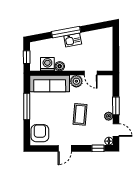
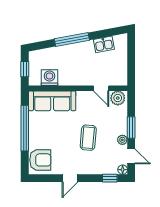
kitchen sink: (73, 40) -> (104, 44), moved
boiler: (60, 66) -> (64, 80), removed
plant: (76, 81) -> (118, 98), moved
window: (27, 106) -> (25, 128), width x1.46
armchair: (40, 133) -> (40, 160), turned 90

